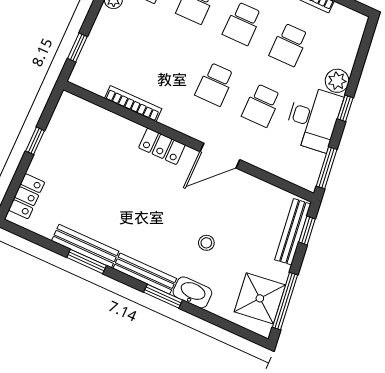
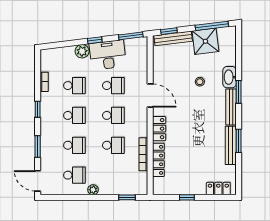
school desk: (168, 63) -> (113, 145), added
locker: (114, 123) -> (158, 160), added
shower: (260, 298) -> (205, 41), moved

